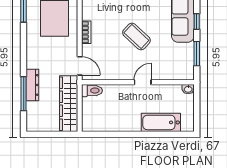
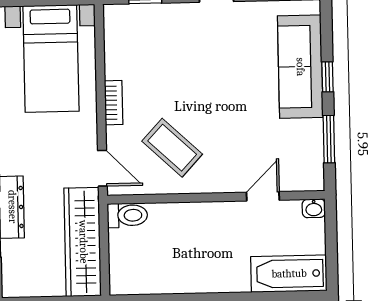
coffee table: (136, 37) -> (172, 148), moved
door: (143, 82) -> (263, 196), moved
bathtub: (161, 122) -> (289, 274), moved

